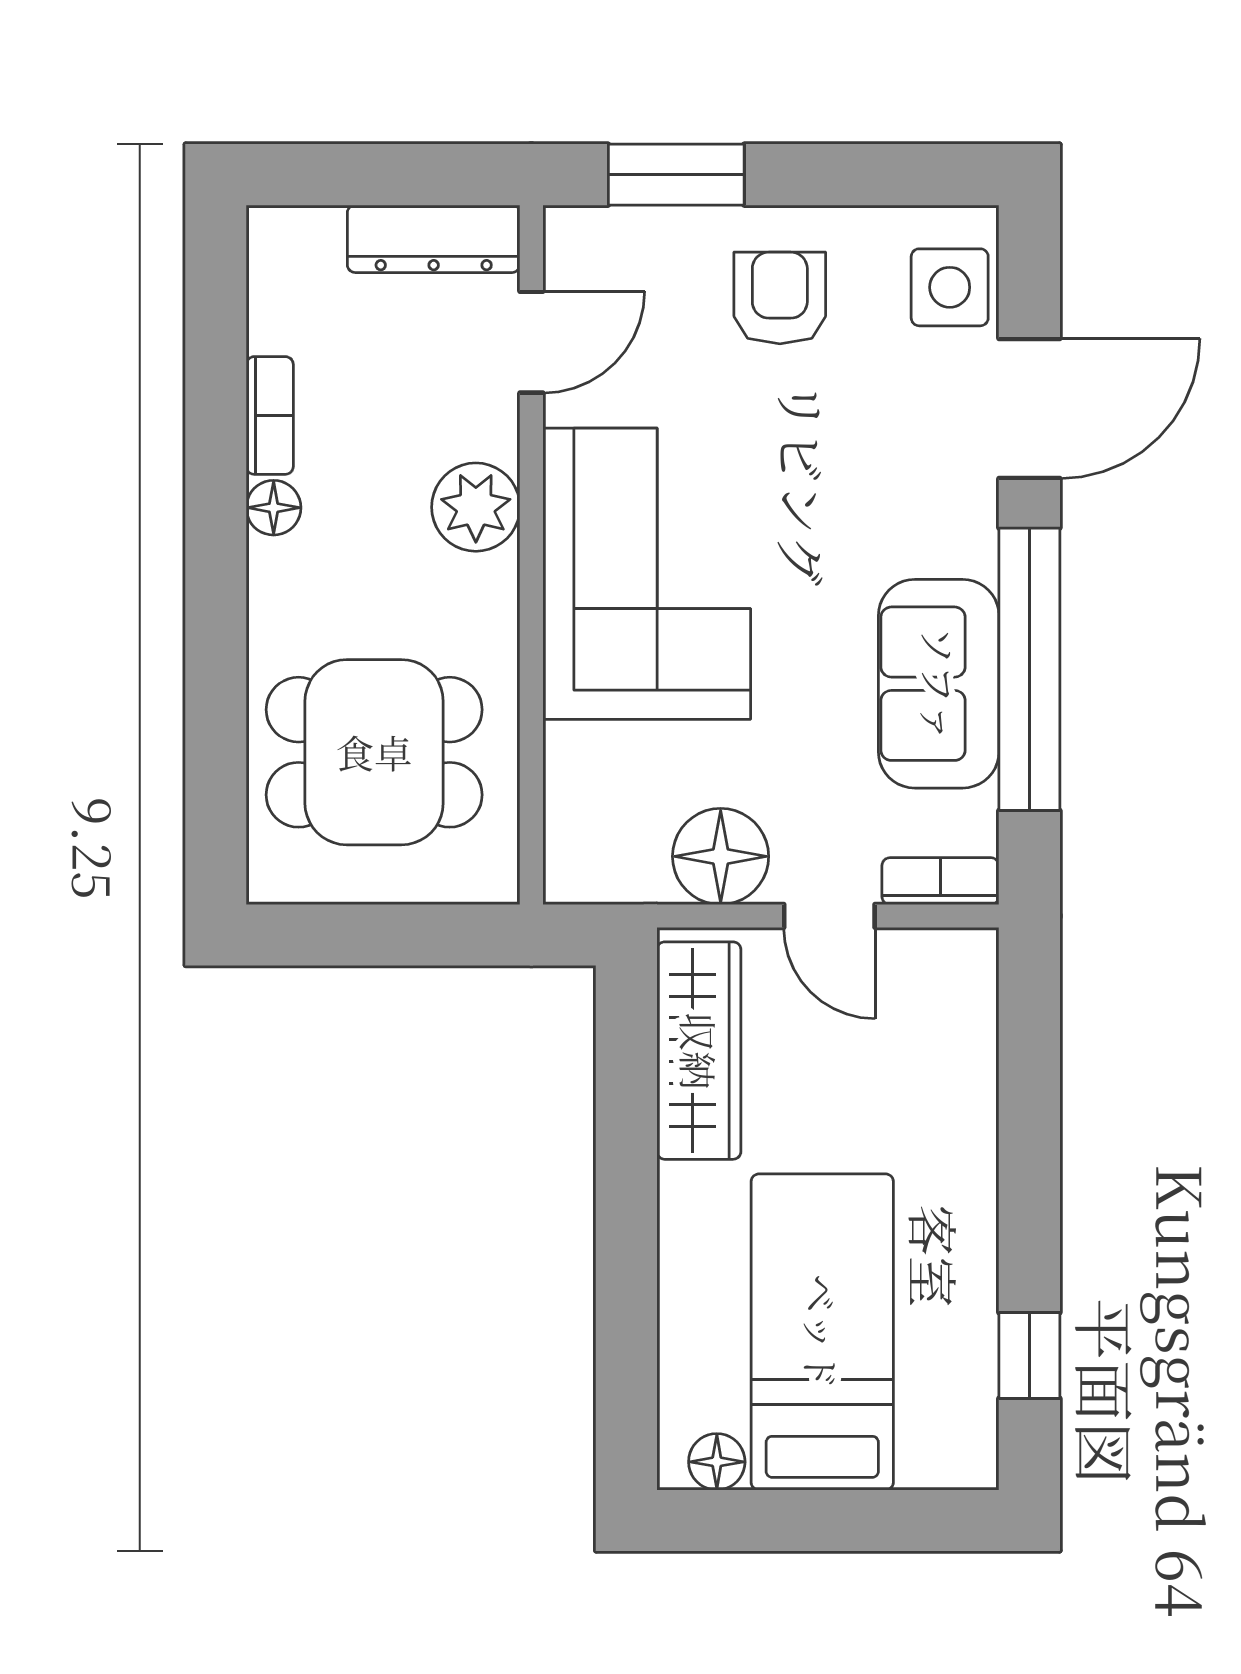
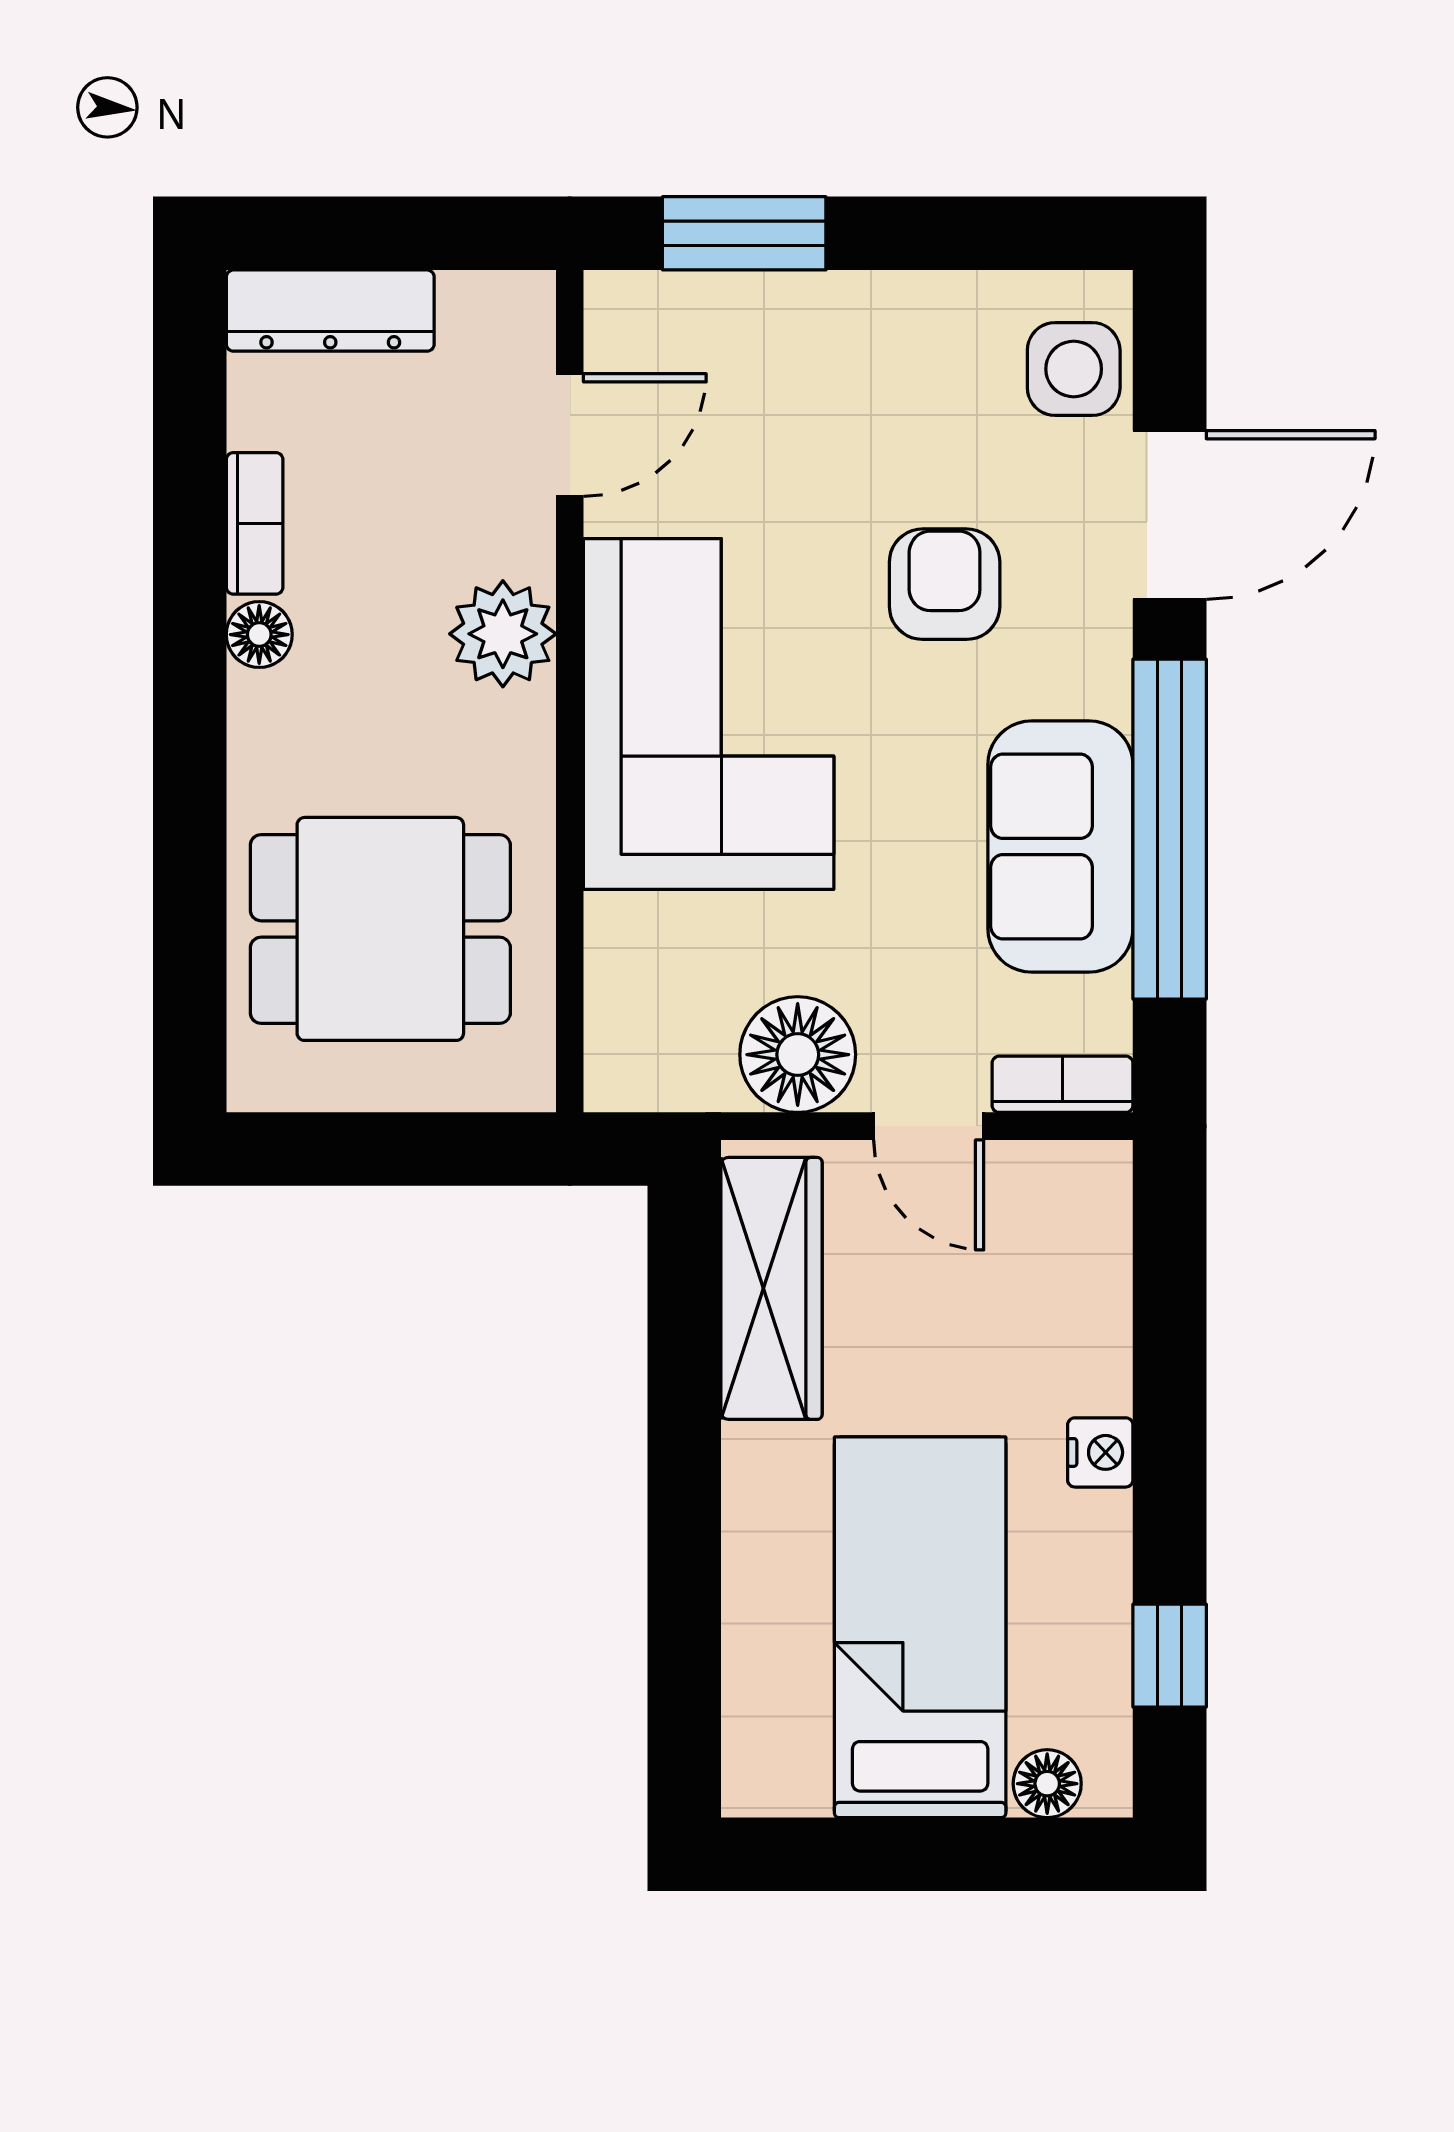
dresser: (434, 239) -> (330, 311), moved
armchair: (780, 298) -> (945, 584), moved
nightstand: (972, 1187) -> (1100, 1452), added
floor lamp: (717, 1462) -> (1047, 1784), moved

